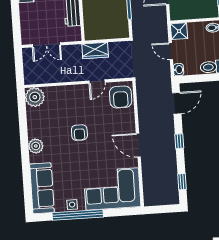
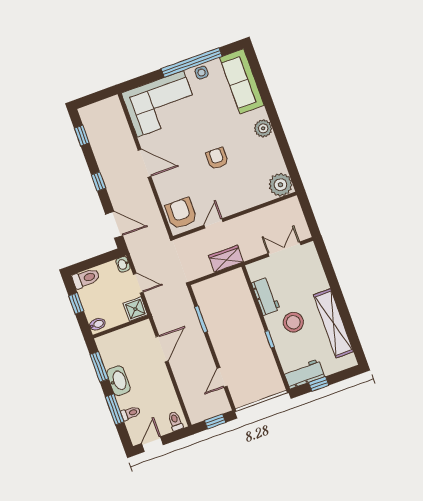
door: (177, 103) -> (114, 225), swing flipped

